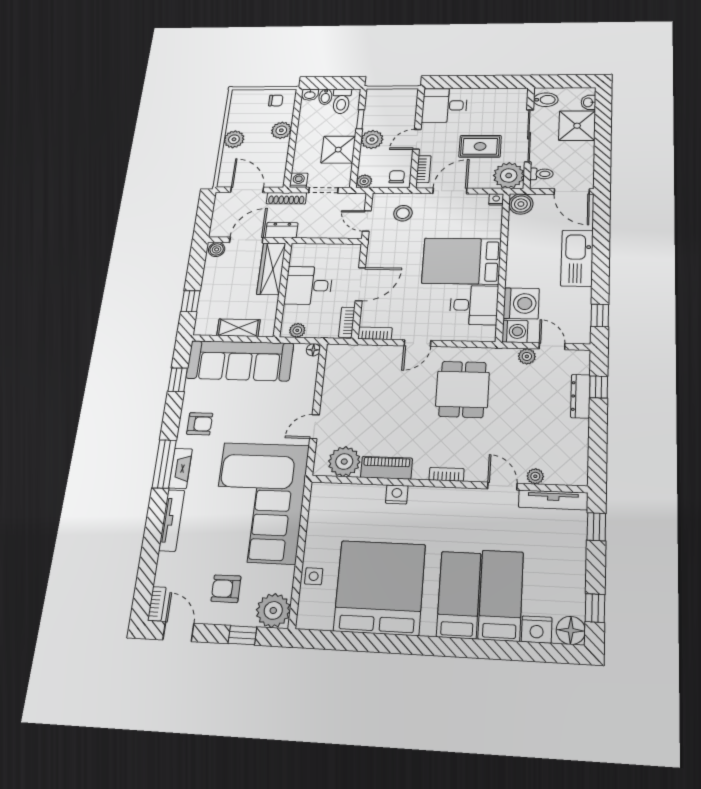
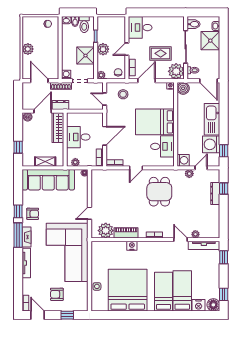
plant: (281, 130) -> (53, 43), removed
washing machine: (521, 303) -> (211, 144), moved, turned 180
door: (552, 346) -> (201, 168), hinge flipped
window: (178, 380) -> (18, 211), moved
plant: (273, 610) -> (80, 303), removed

